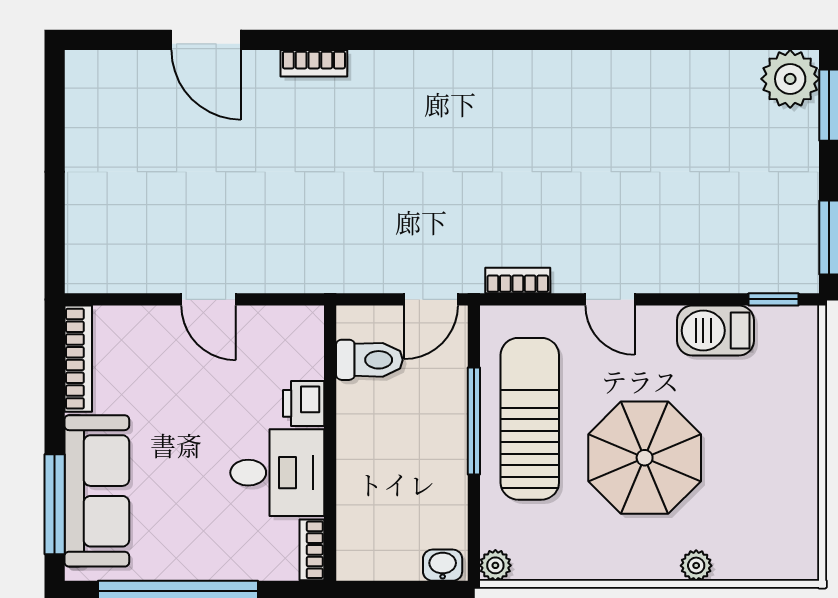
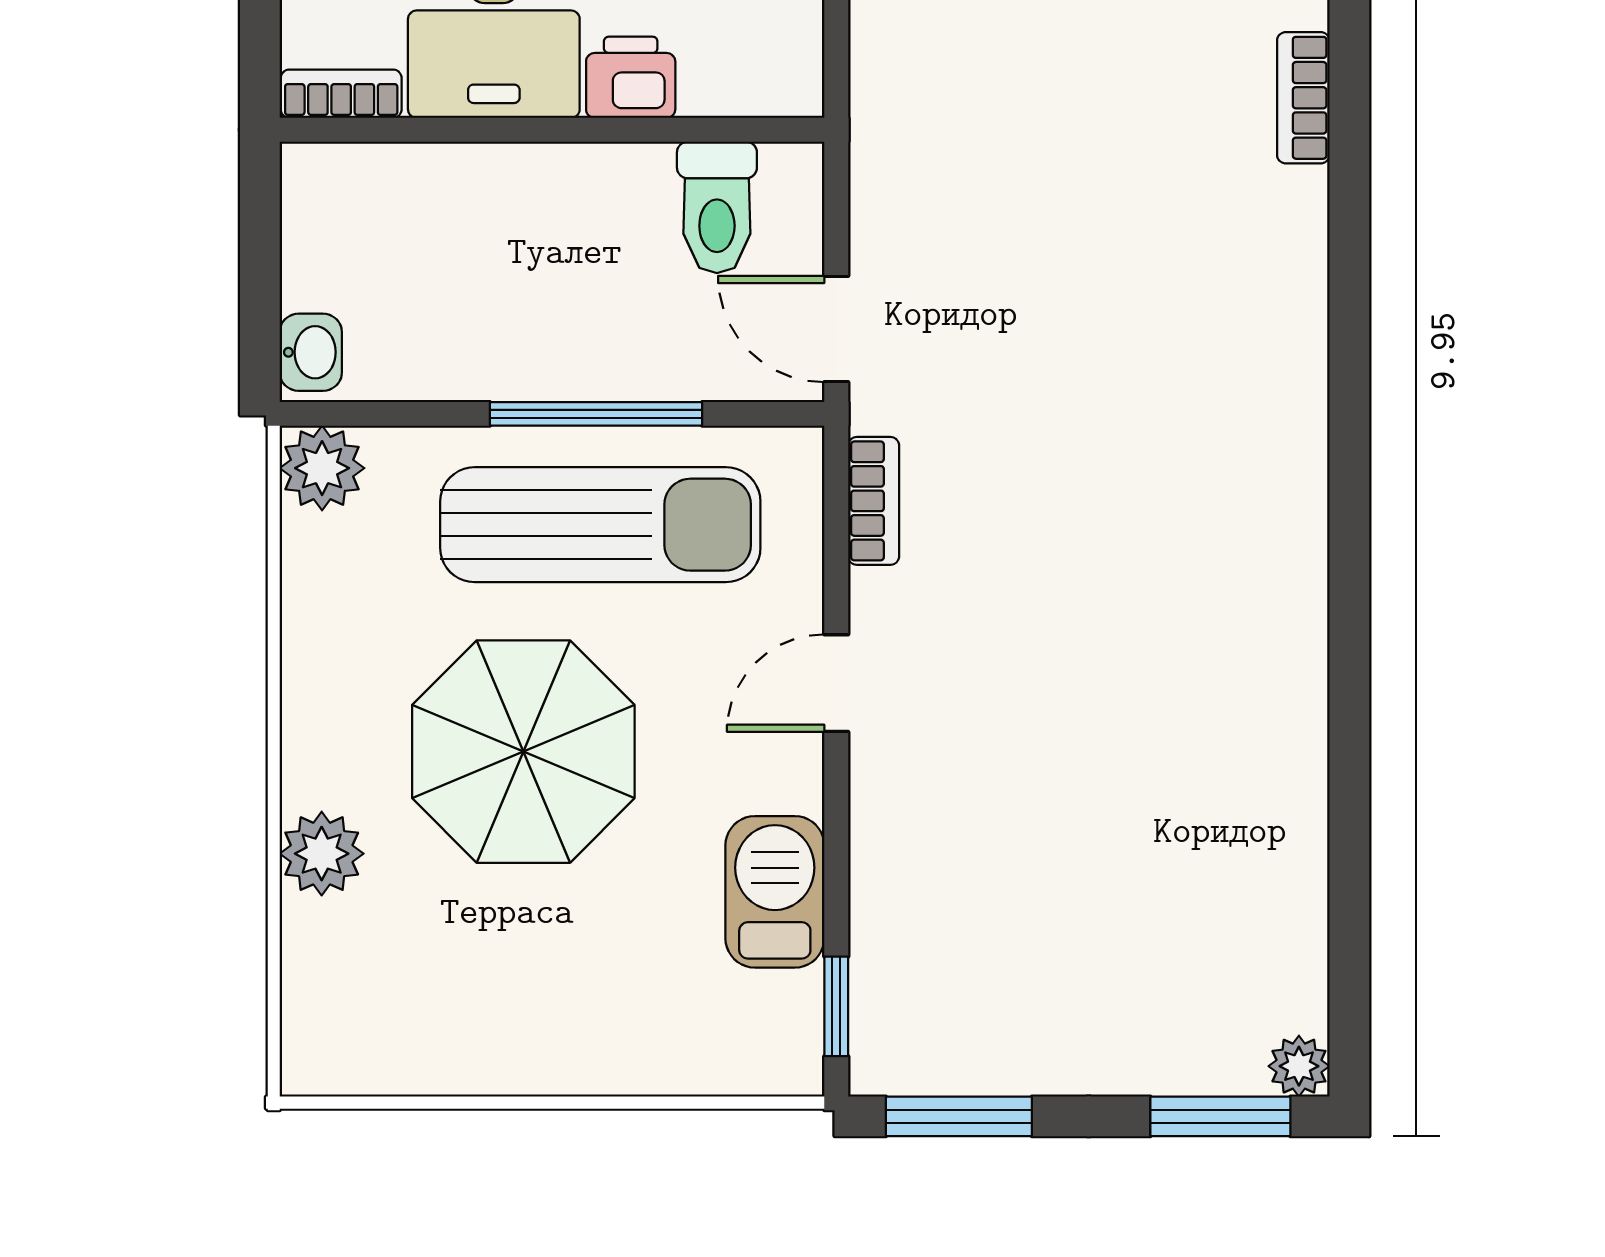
plant: (790, 79) -> (1299, 1066), width x0.53, depth x0.53
plant: (495, 565) -> (322, 468), width x1.38, depth x1.38
plant: (696, 566) -> (322, 854), width x1.38, depth x1.38

